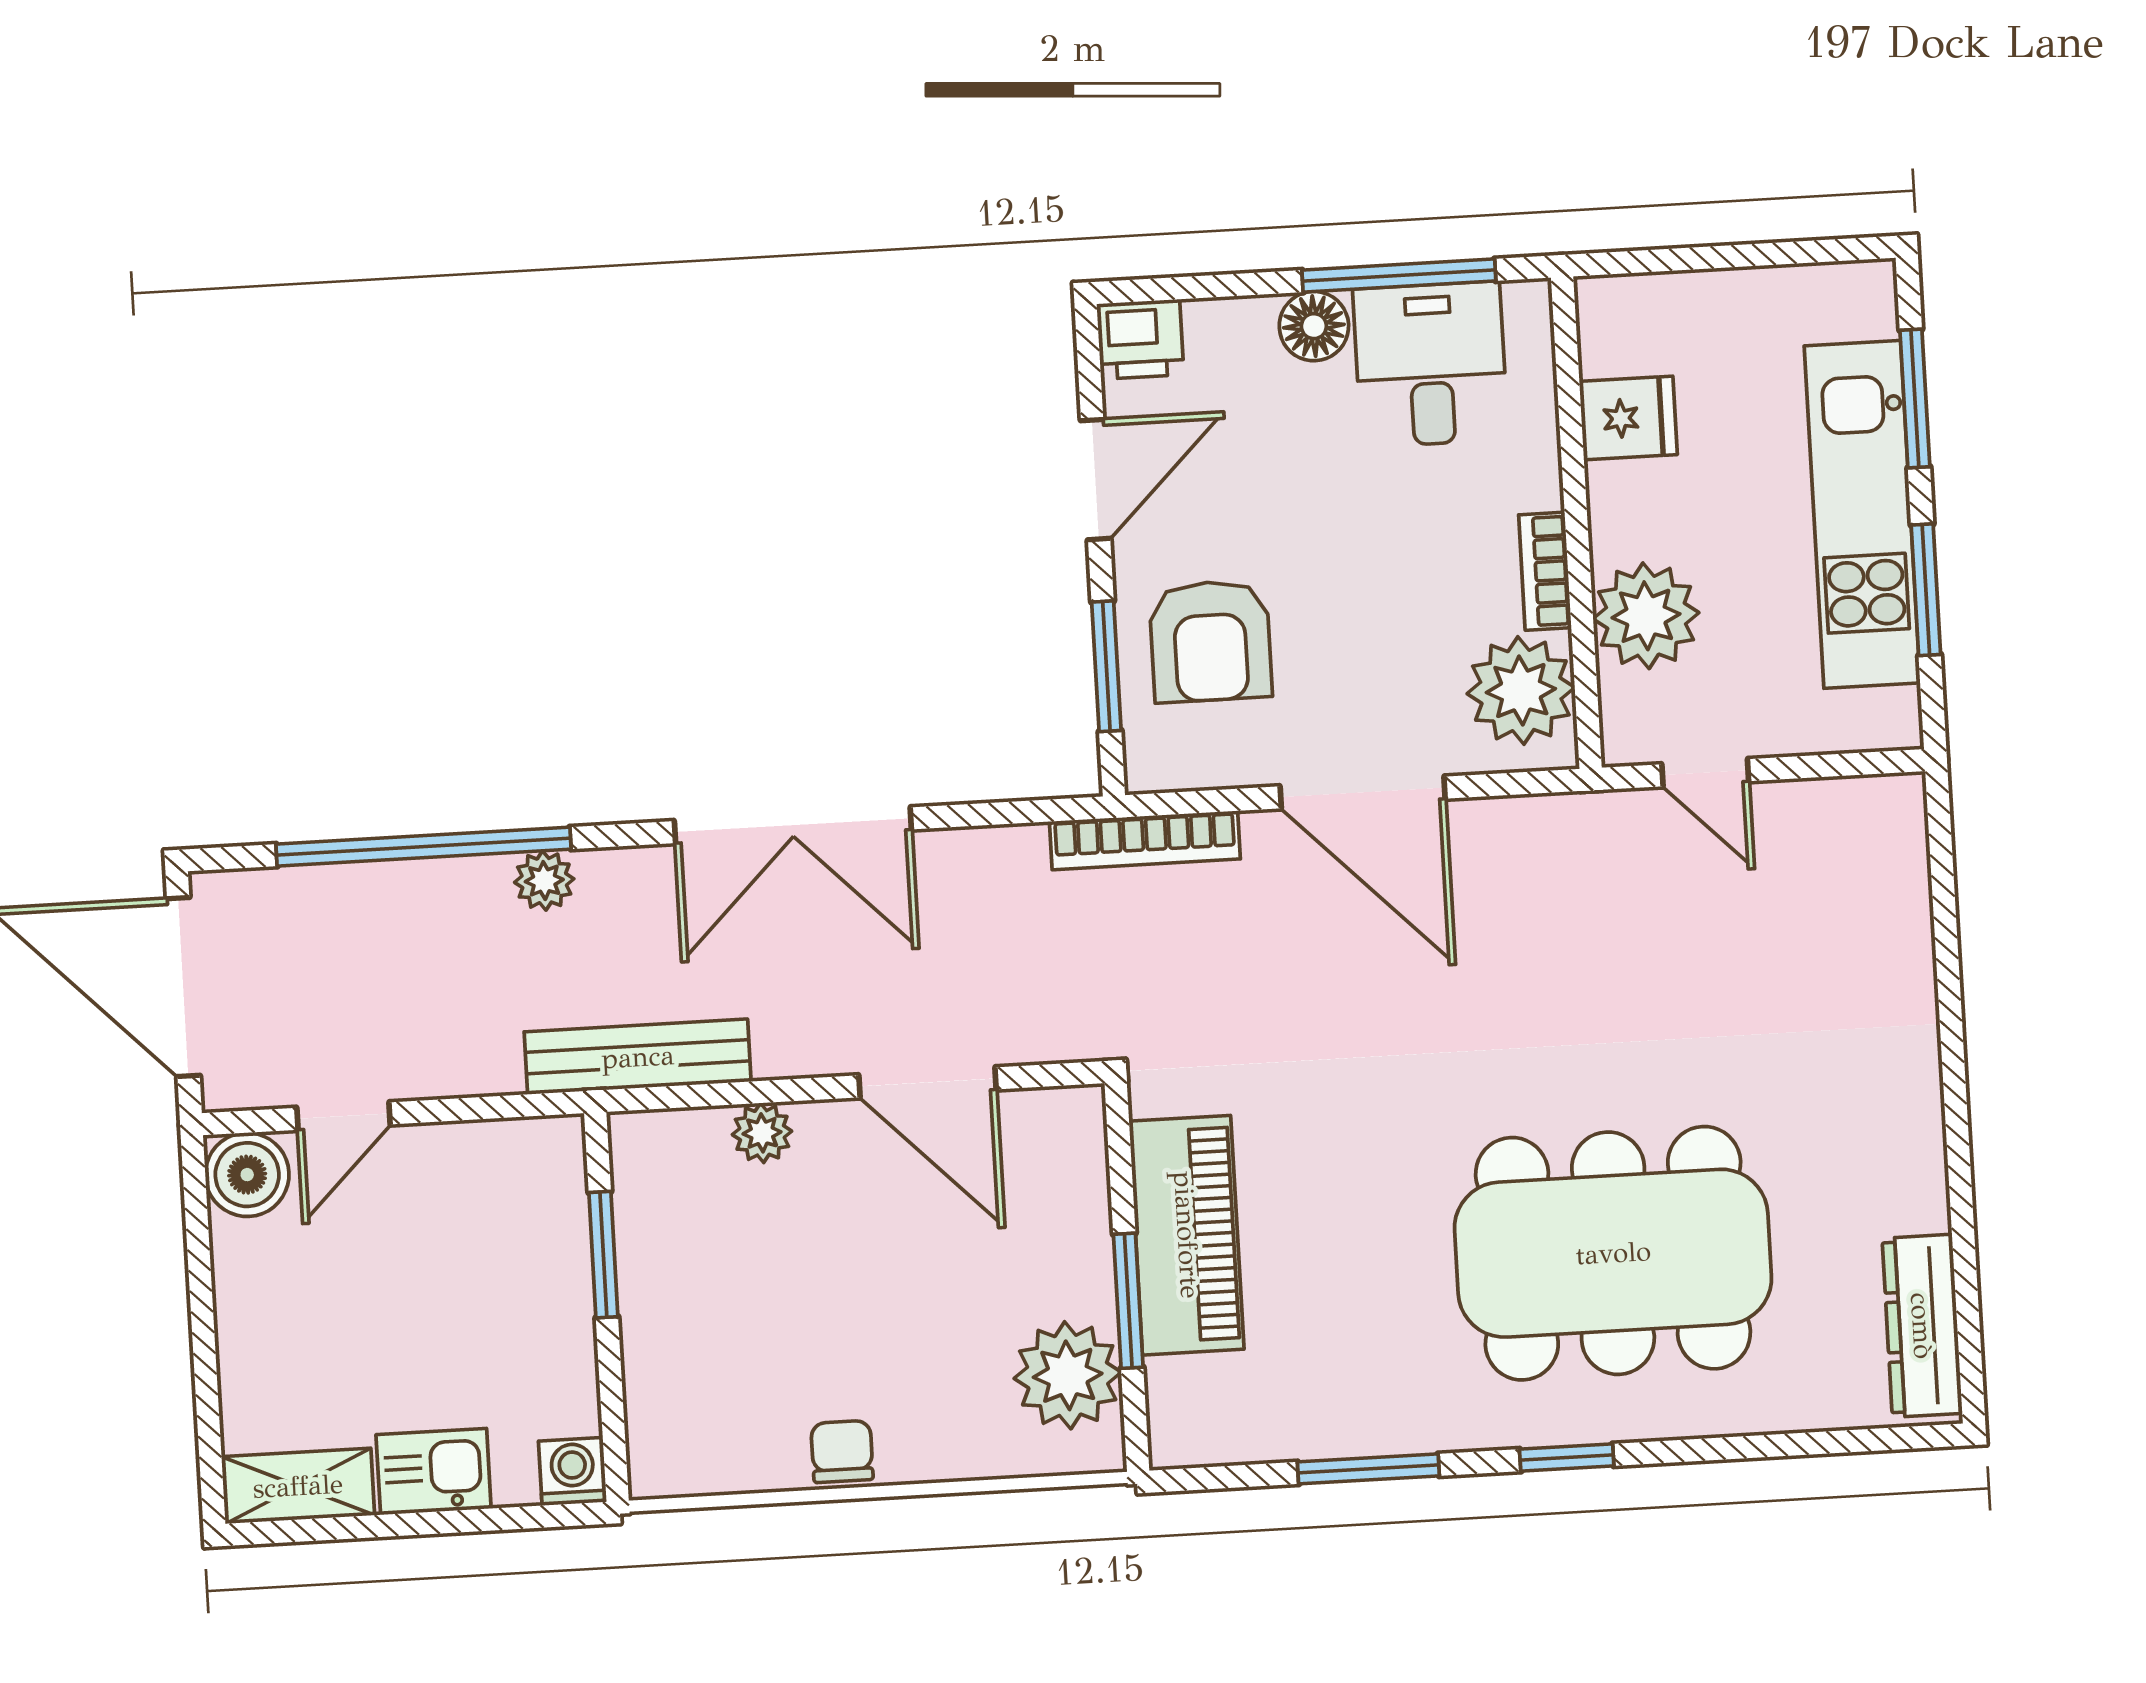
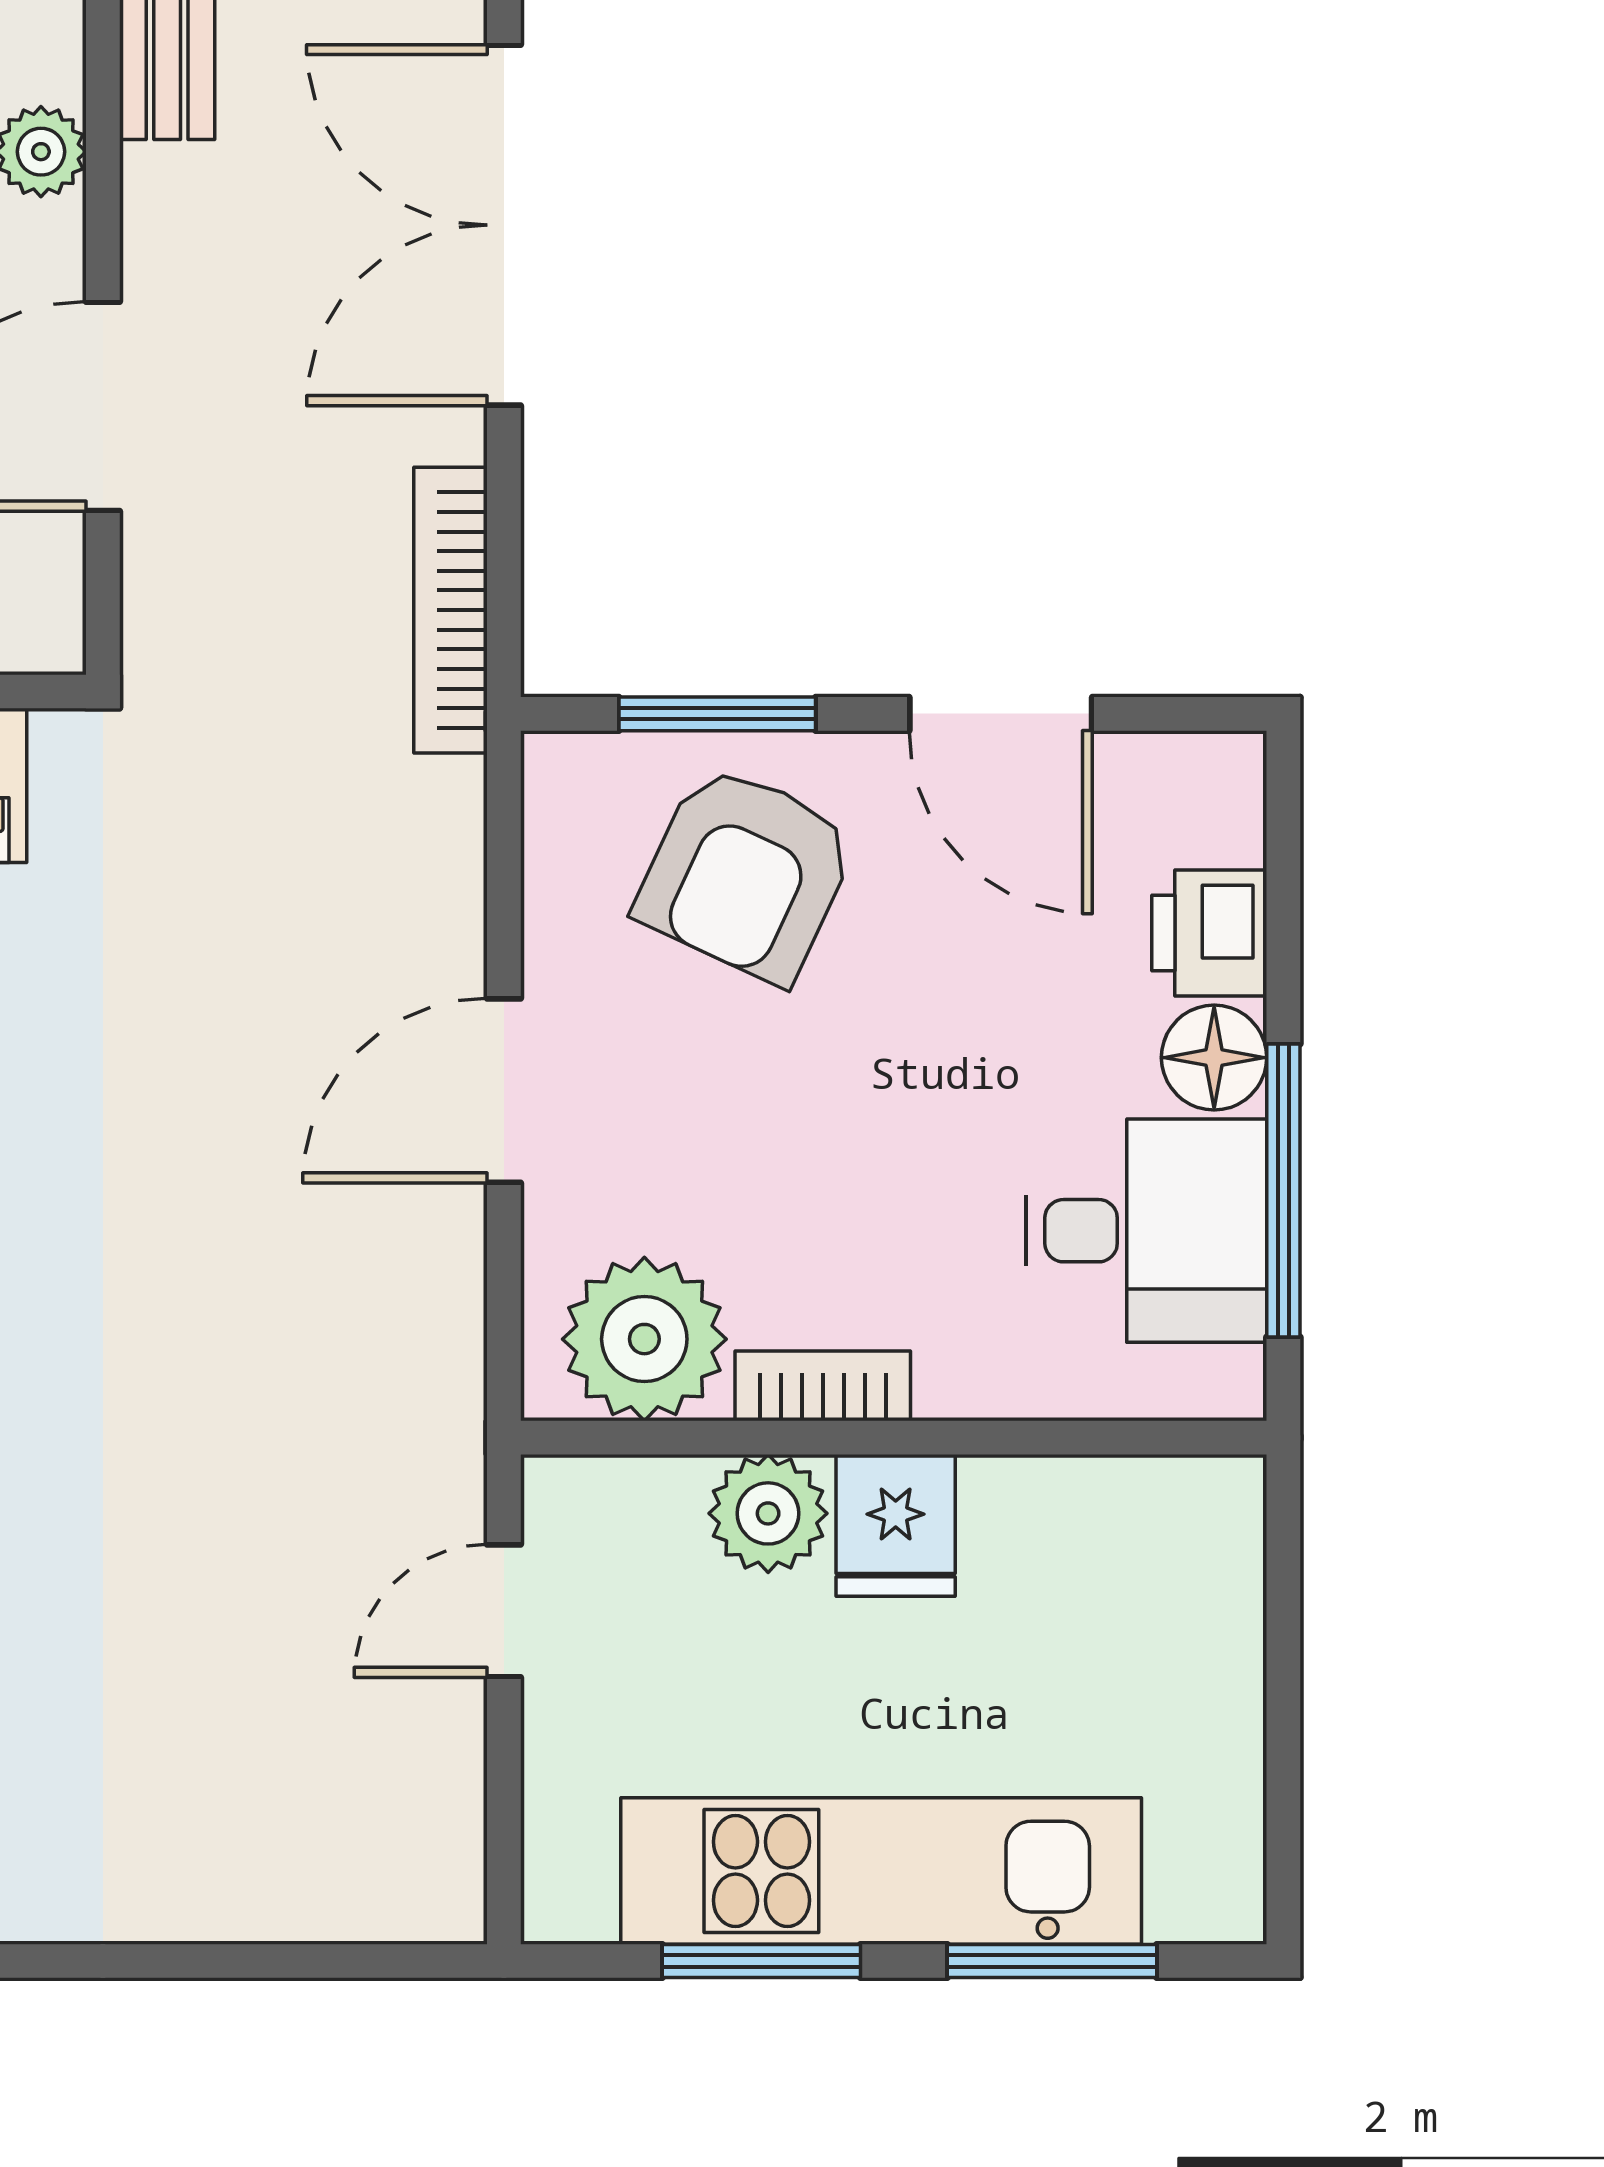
printer: (1140, 339) -> (1209, 933), moved
fridge: (1628, 418) -> (896, 1525), moved
plant: (1646, 616) -> (768, 1513), width x0.73, depth x0.73
armchair: (1210, 641) -> (746, 873), turned -65
door: (1363, 792) -> (504, 1091), width x0.73
bookcase: (1145, 840) -> (450, 610), moved

